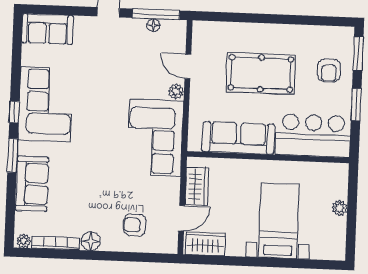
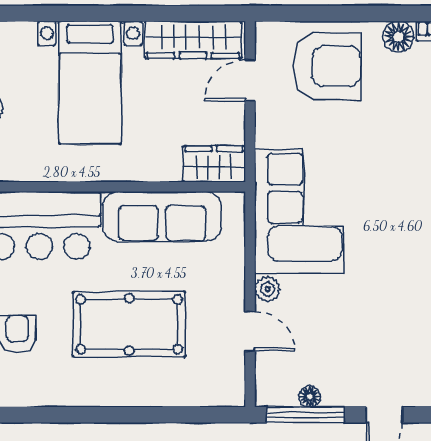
wardrobe: (197, 186) -> (214, 164), moved, turned 90
armchair: (135, 225) -> (327, 66), width x1.88, depth x1.88
wardrobe: (205, 244) -> (193, 40), width x1.50

